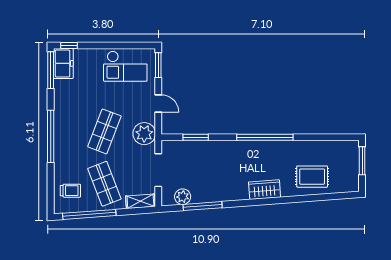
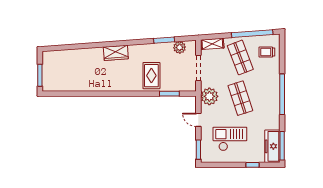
window: (69, 46) -> (253, 165), moved
freezer: (63, 63) -> (272, 146), width x1.40
checkout: (125, 66) -> (230, 139), moved
shop shelf: (104, 131) -> (240, 98), turned -39
window: (265, 137) -> (116, 94), removed
rug: (312, 177) -> (151, 76), moved, turned 90
window: (203, 206) -> (164, 40), width x0.69

